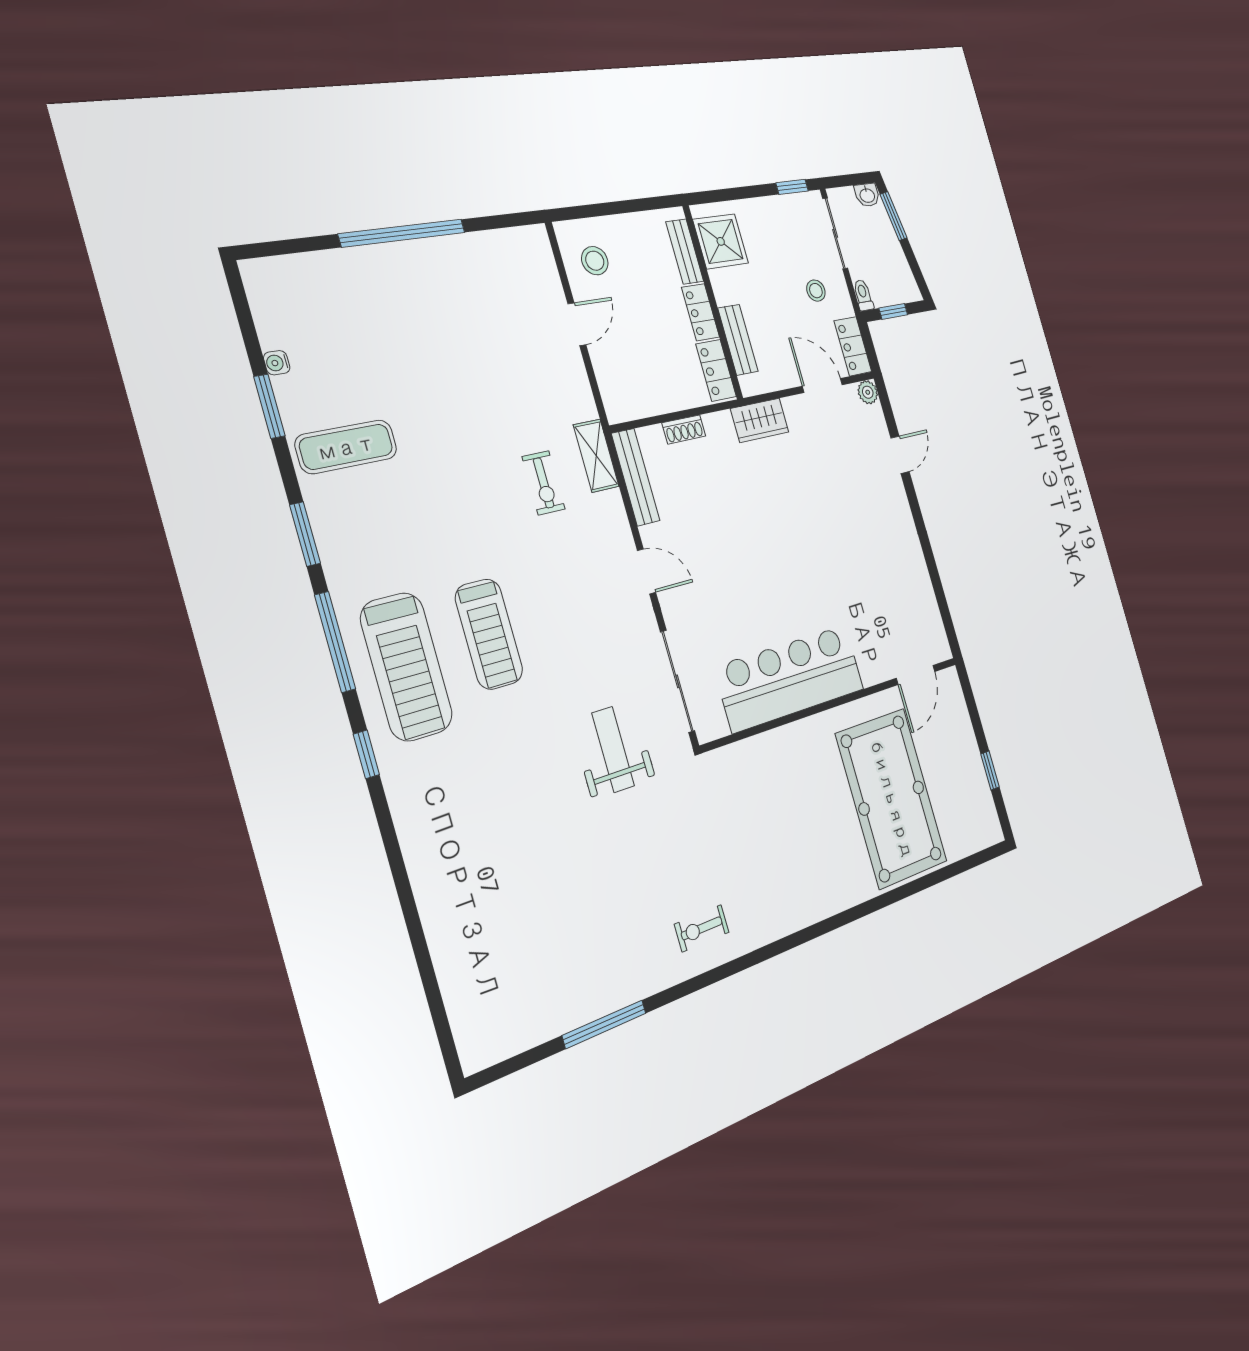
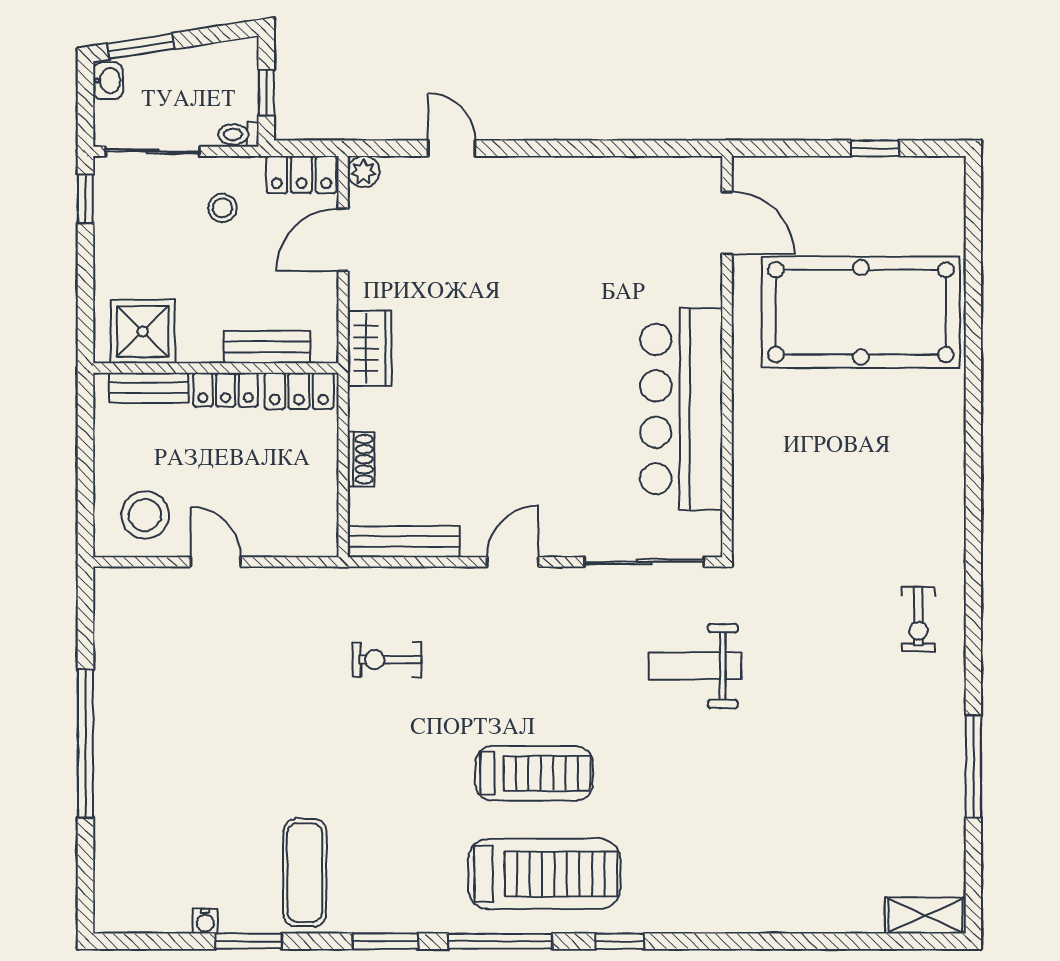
stool: (595, 261) -> (145, 515), width x1.38, depth x1.38
shelving: (596, 456) -> (925, 915), moved
exercise bike: (544, 483) -> (387, 660), turned 180

